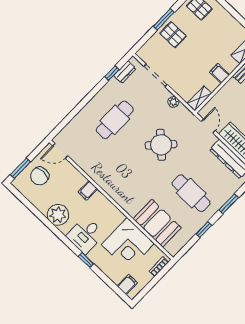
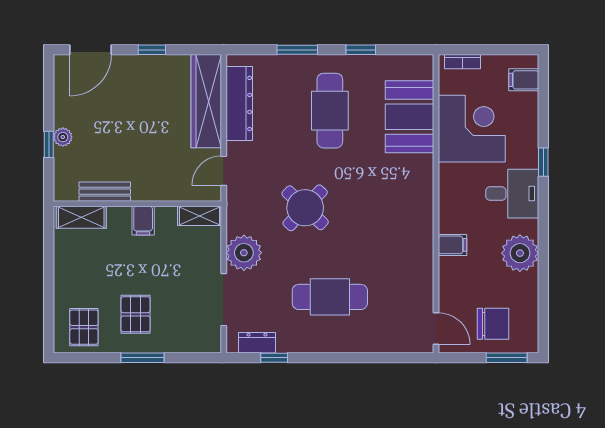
pallet: (173, 35) -> (136, 314), moved
plant: (173, 102) -> (244, 253), width x1.87, depth x1.87

